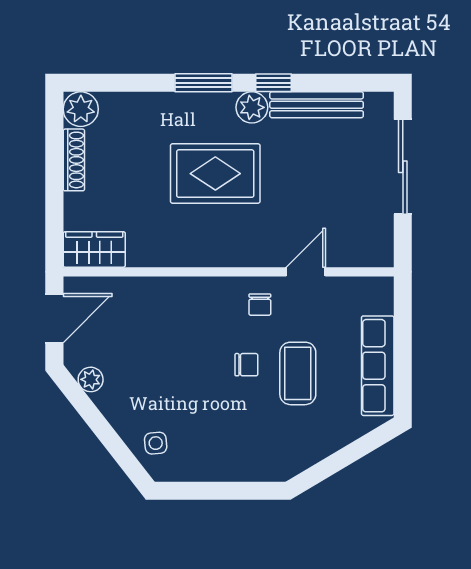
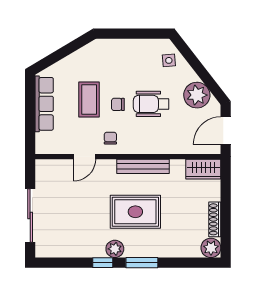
bench: (317, 105) -> (143, 166), moved
wheelchair: (187, 366) -> (151, 104), added
plant: (91, 379) -> (197, 95), width x1.88, depth x1.88

